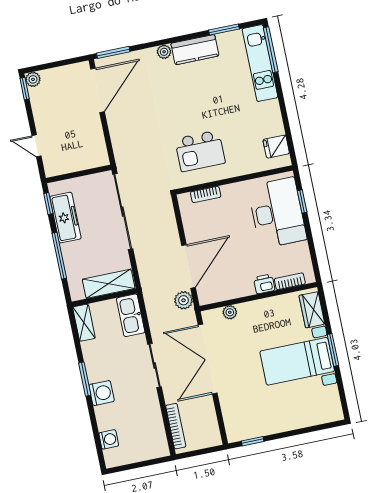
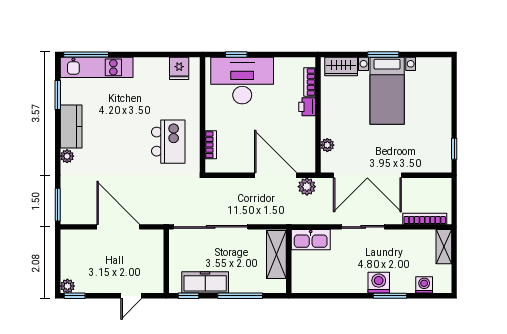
door: (98, 90) -> (118, 227), moved
shelving: (84, 323) -> (444, 247), moved, turned 90
window: (85, 379) -> (390, 296), moved

